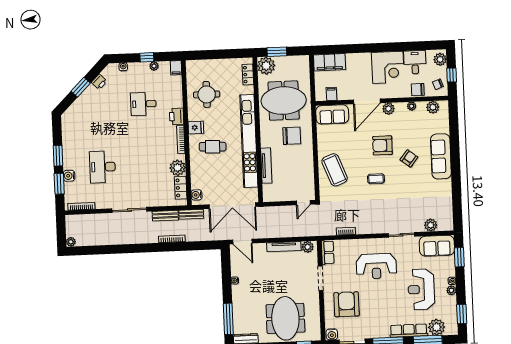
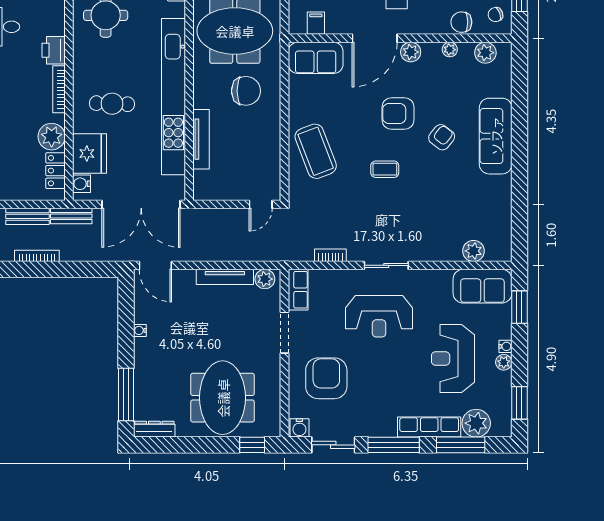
fridge: (196, 128) -> (89, 153), moved, width x1.88, depth x1.34
sliding door: (401, 235) -> (386, 265), moved

